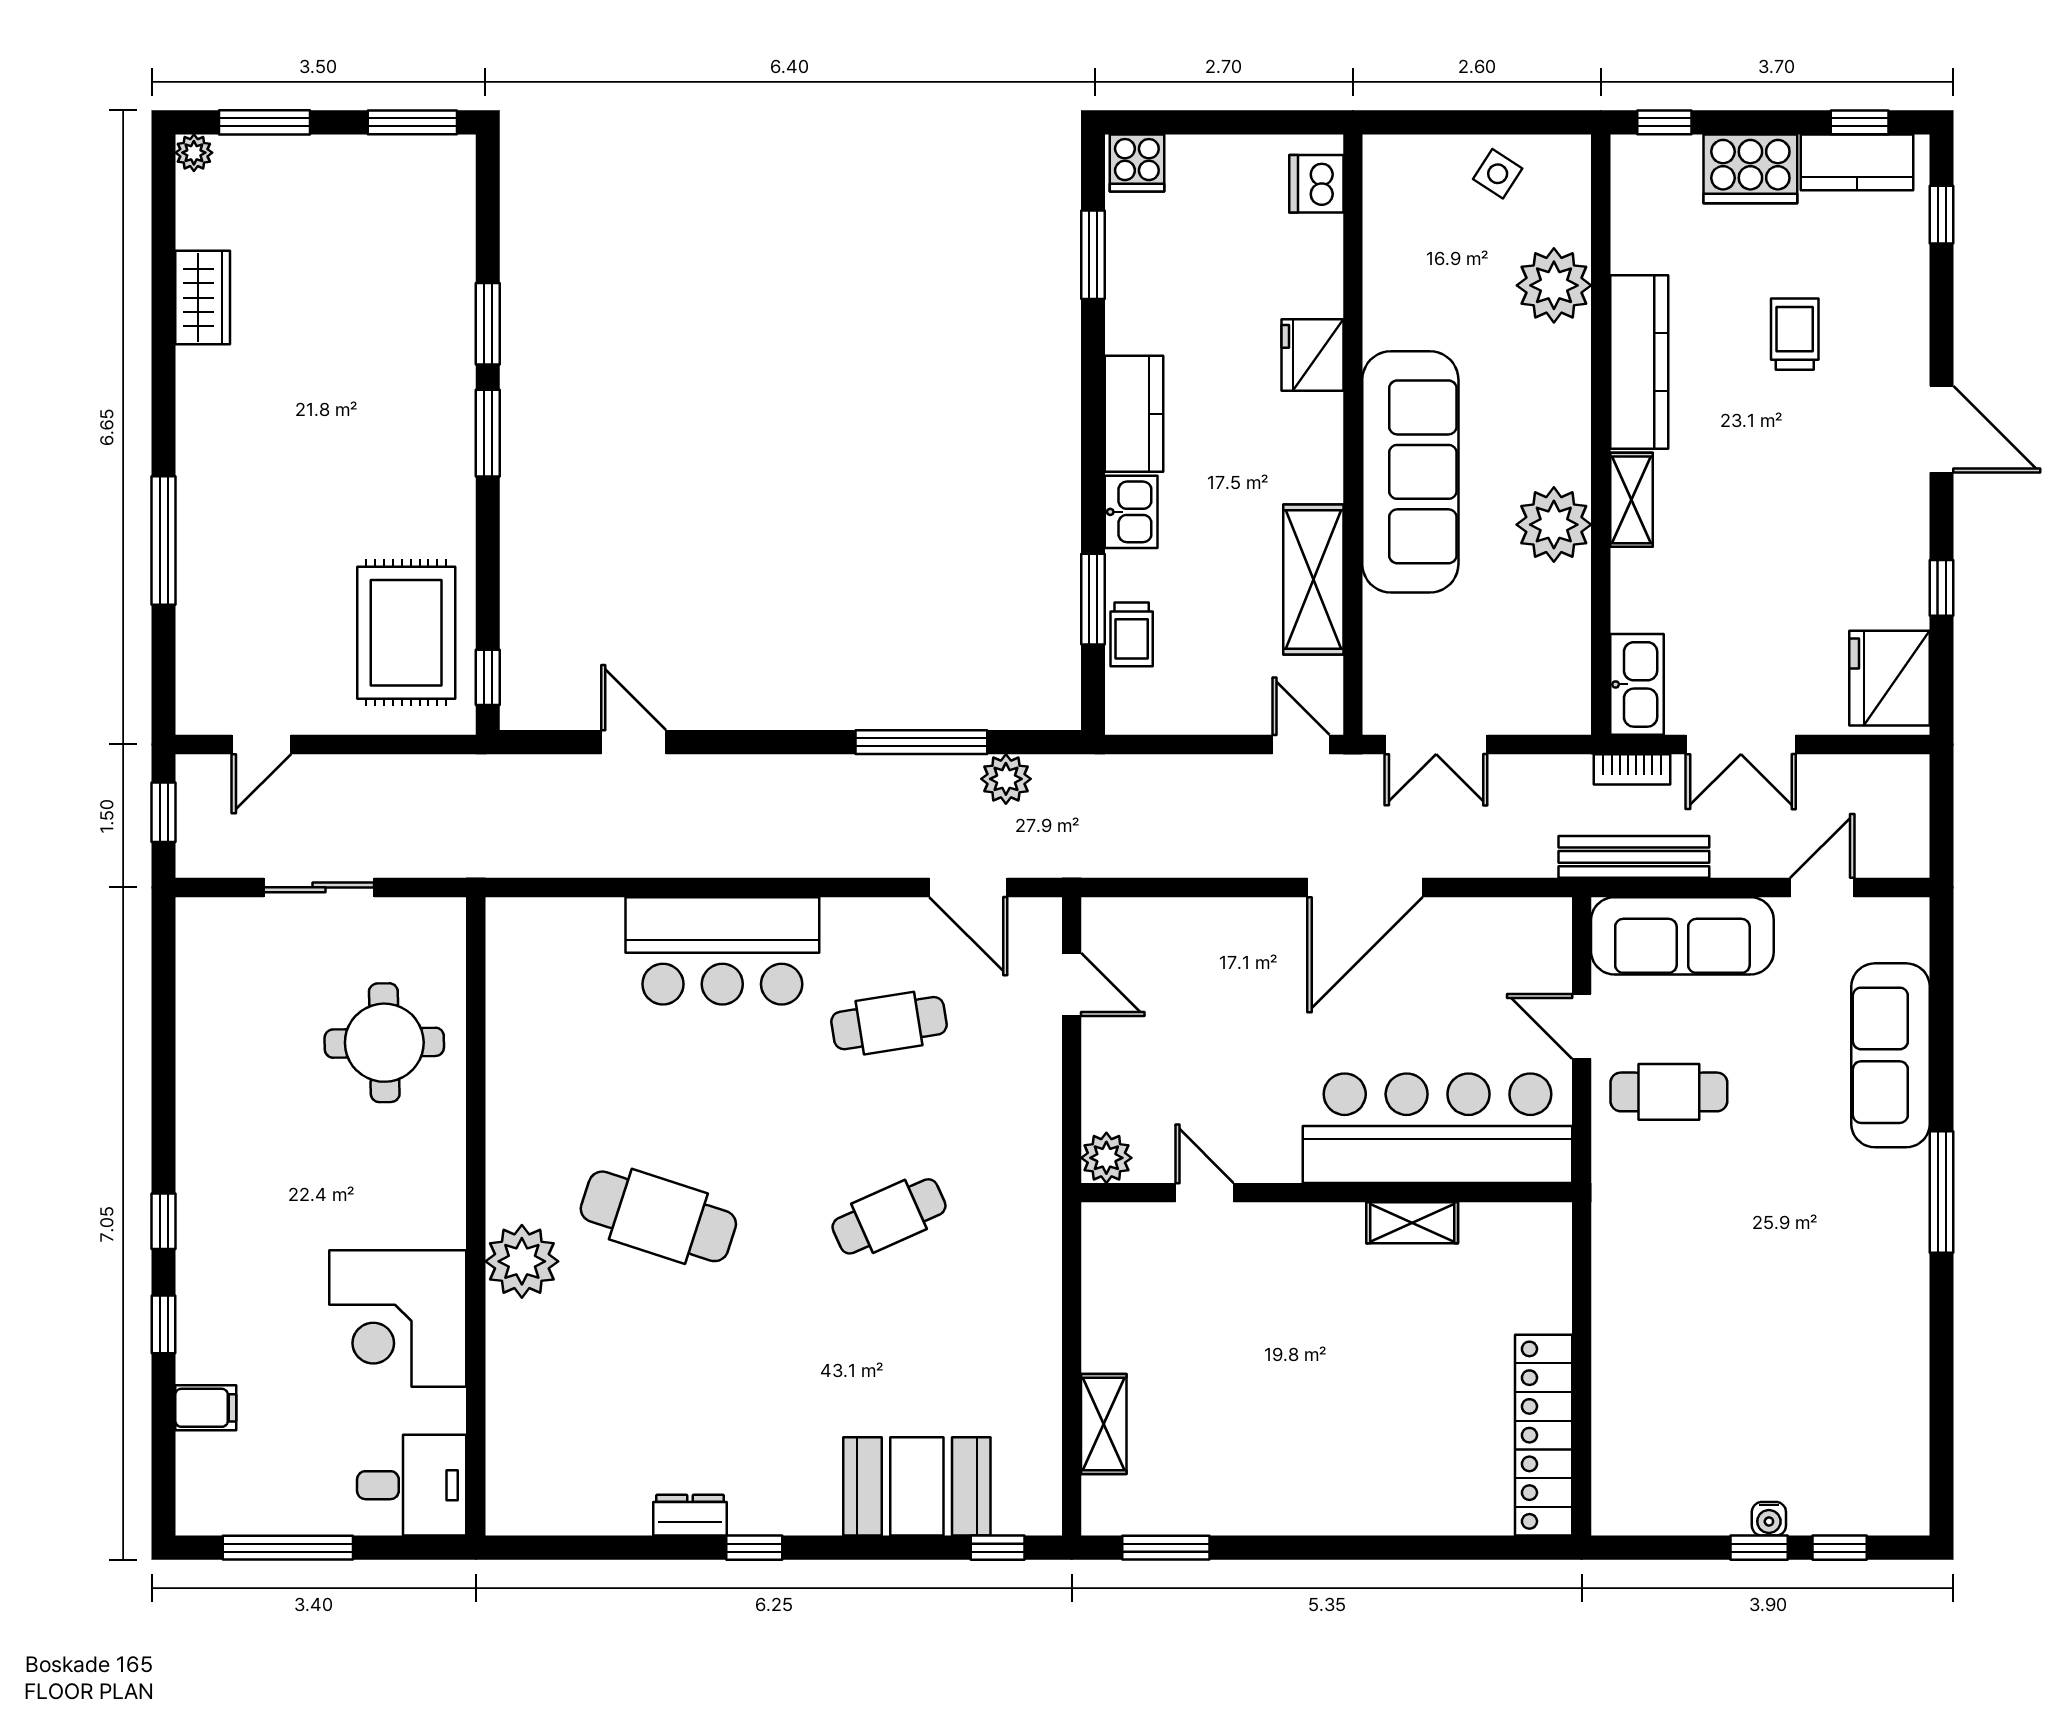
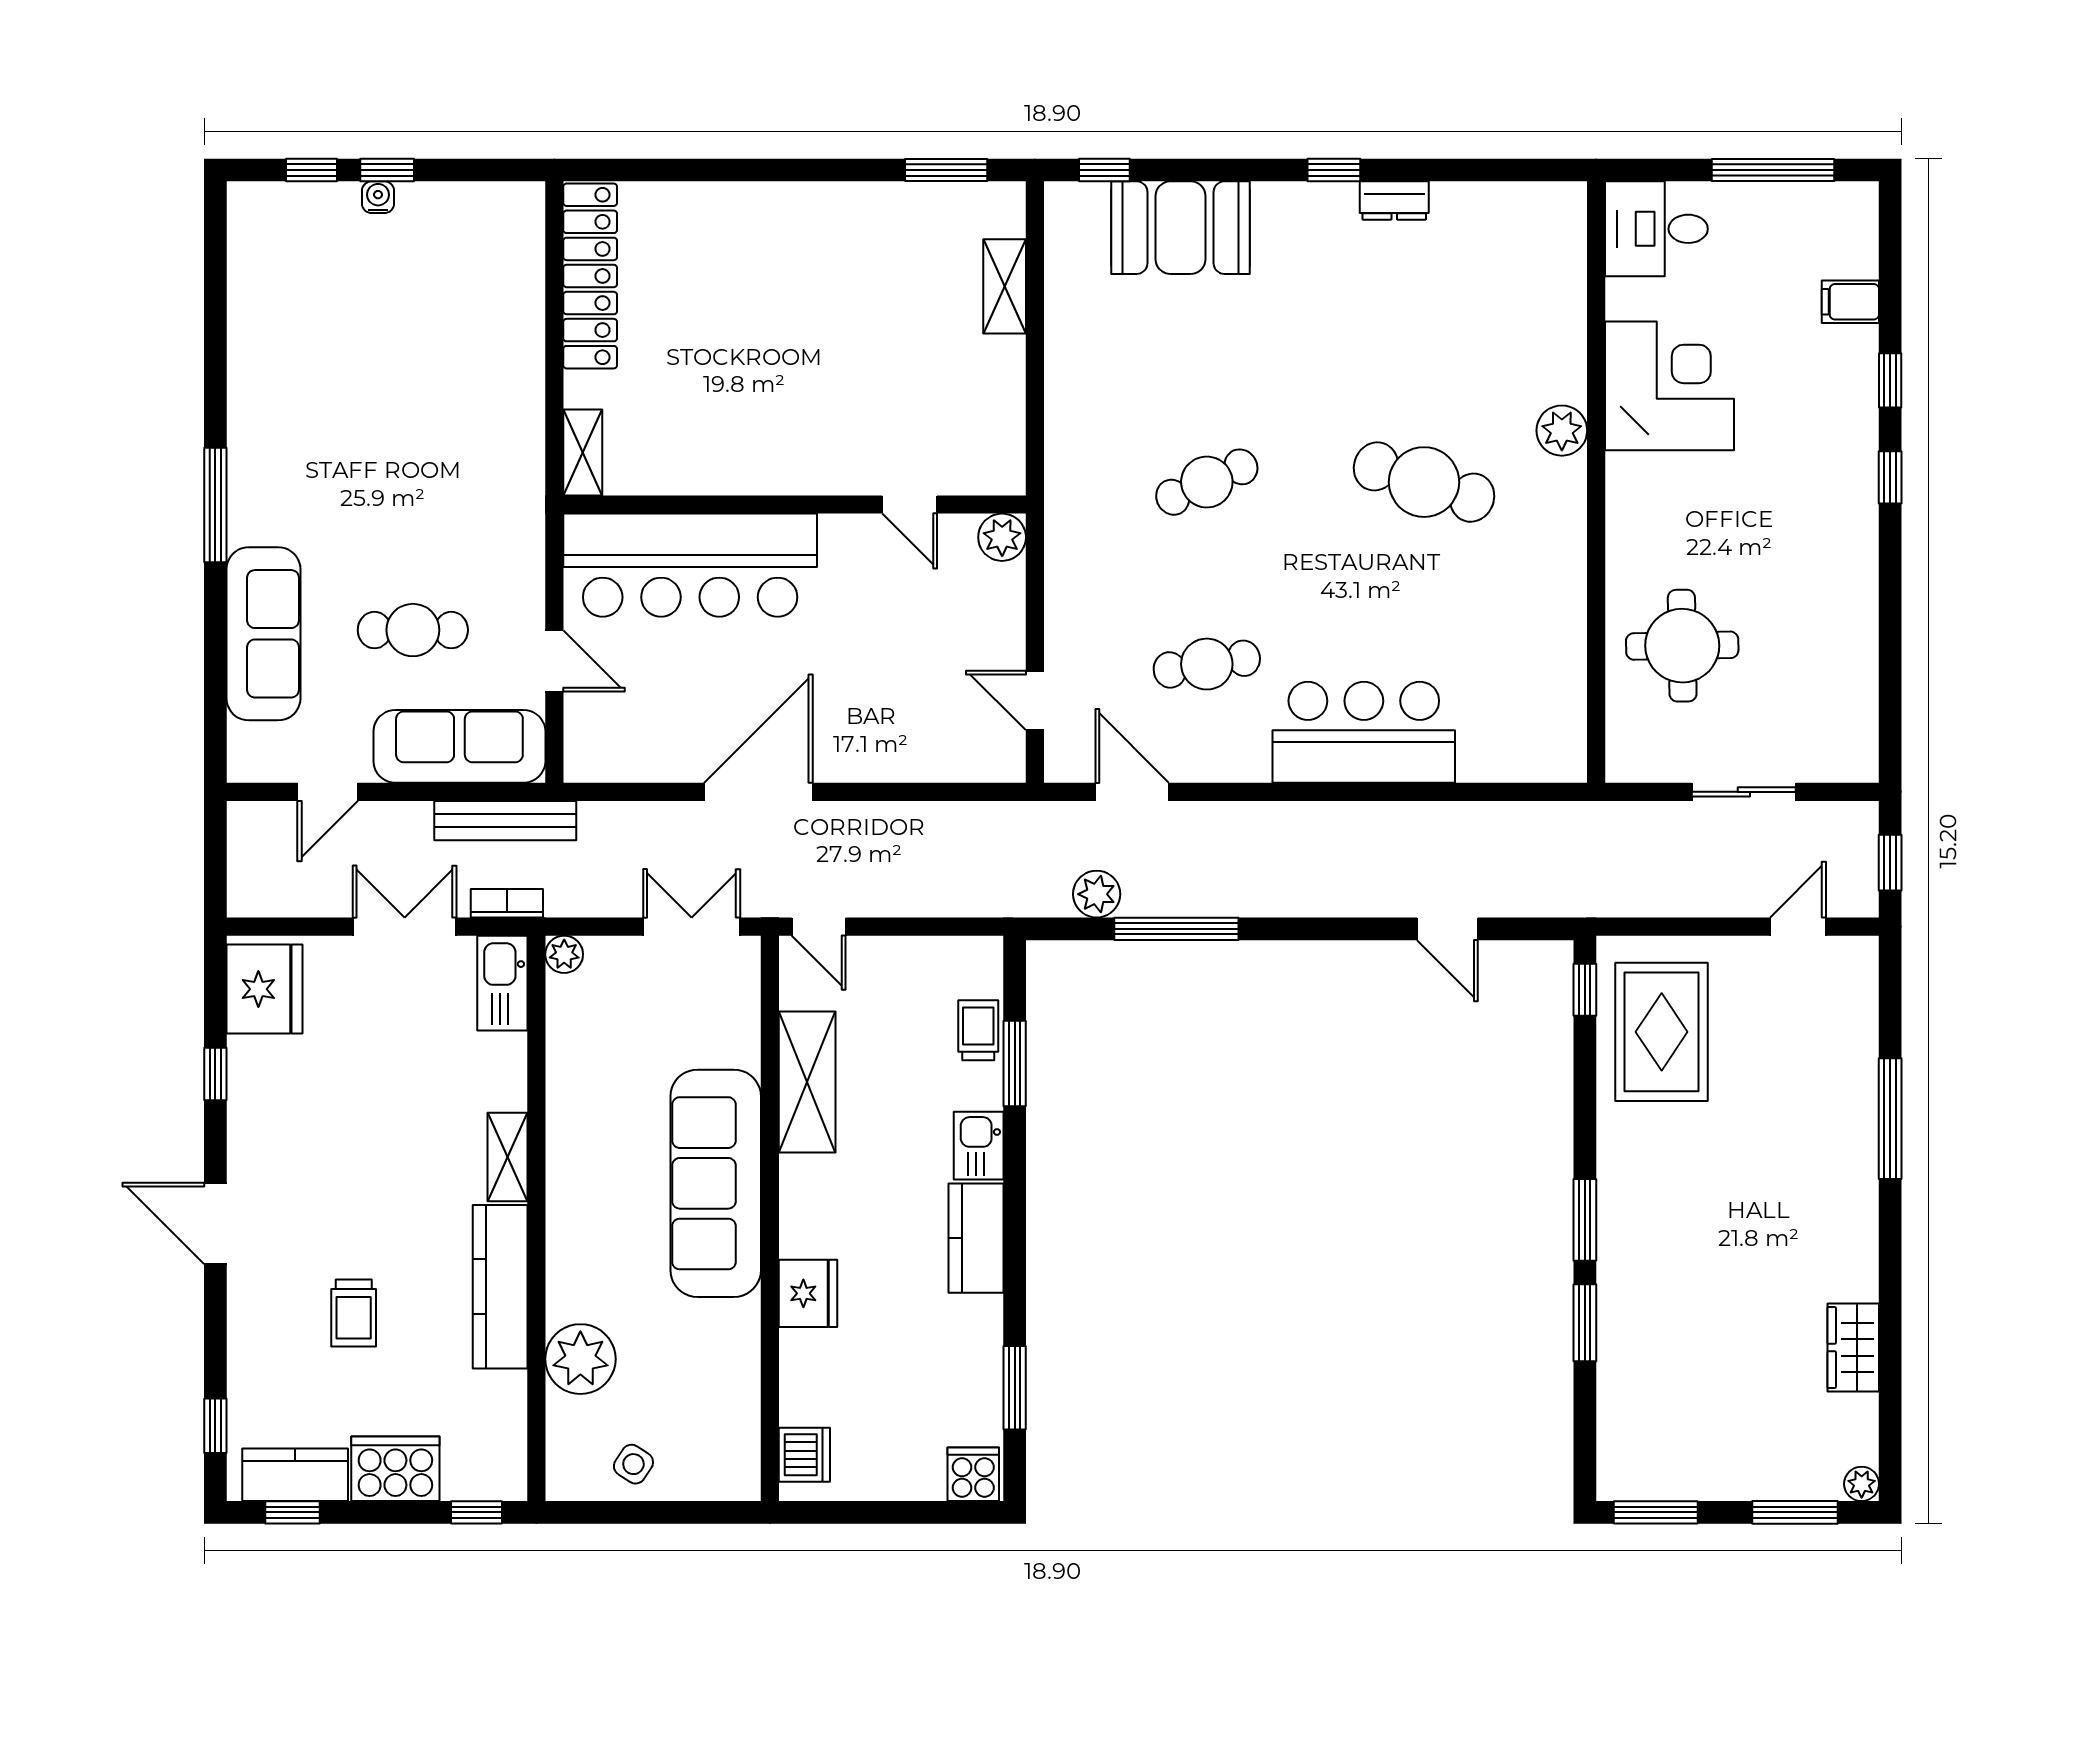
plant: (1554, 525) -> (564, 954), moved, width x0.53, depth x0.53
cafe table: (1669, 1092) -> (413, 630), moved
shelving: (1412, 1223) -> (583, 452), moved, turned 90
plant: (522, 1261) -> (1562, 431), width x0.73, depth x0.73

